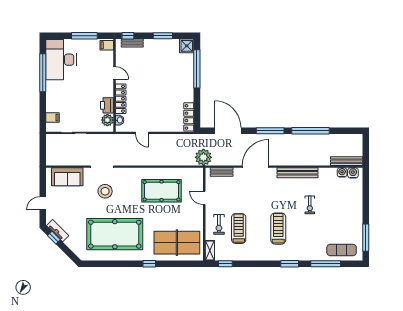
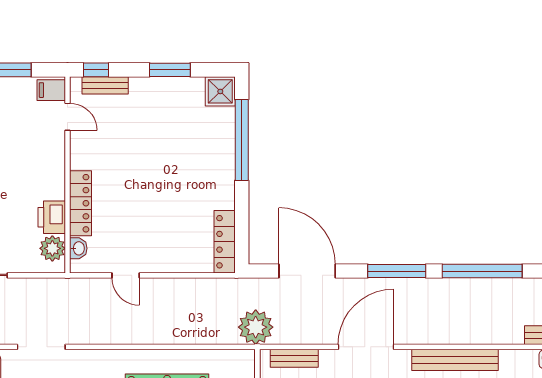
door: (114, 73) -> (67, 117), moved

